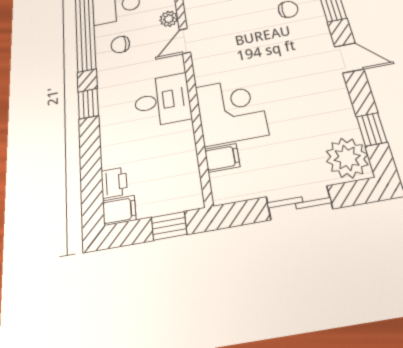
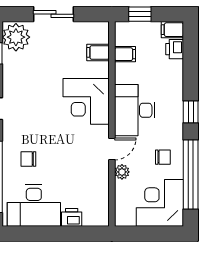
desk: (162, 100) -> (135, 110), width x1.37
corner desk: (231, 111) -> (86, 101), moved
filing cabinet: (184, 162) -> (125, 54), added

